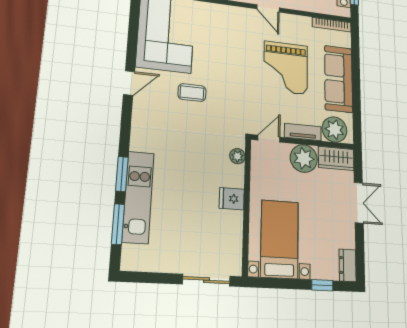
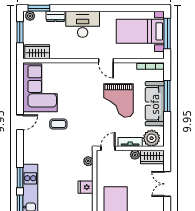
window: (356, 70) -> (167, 96), added
plant: (304, 158) -> (135, 155), width x0.53, depth x0.53
double door: (359, 203) -> (167, 184), swing flipped

